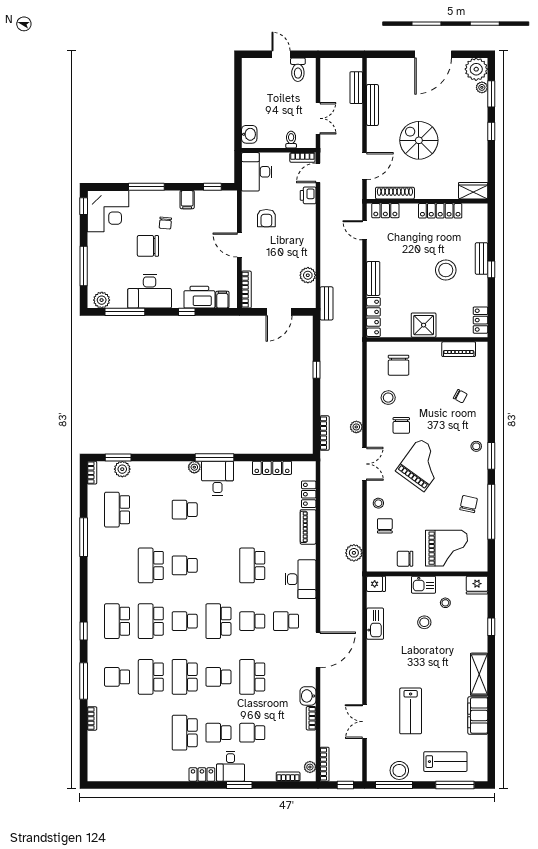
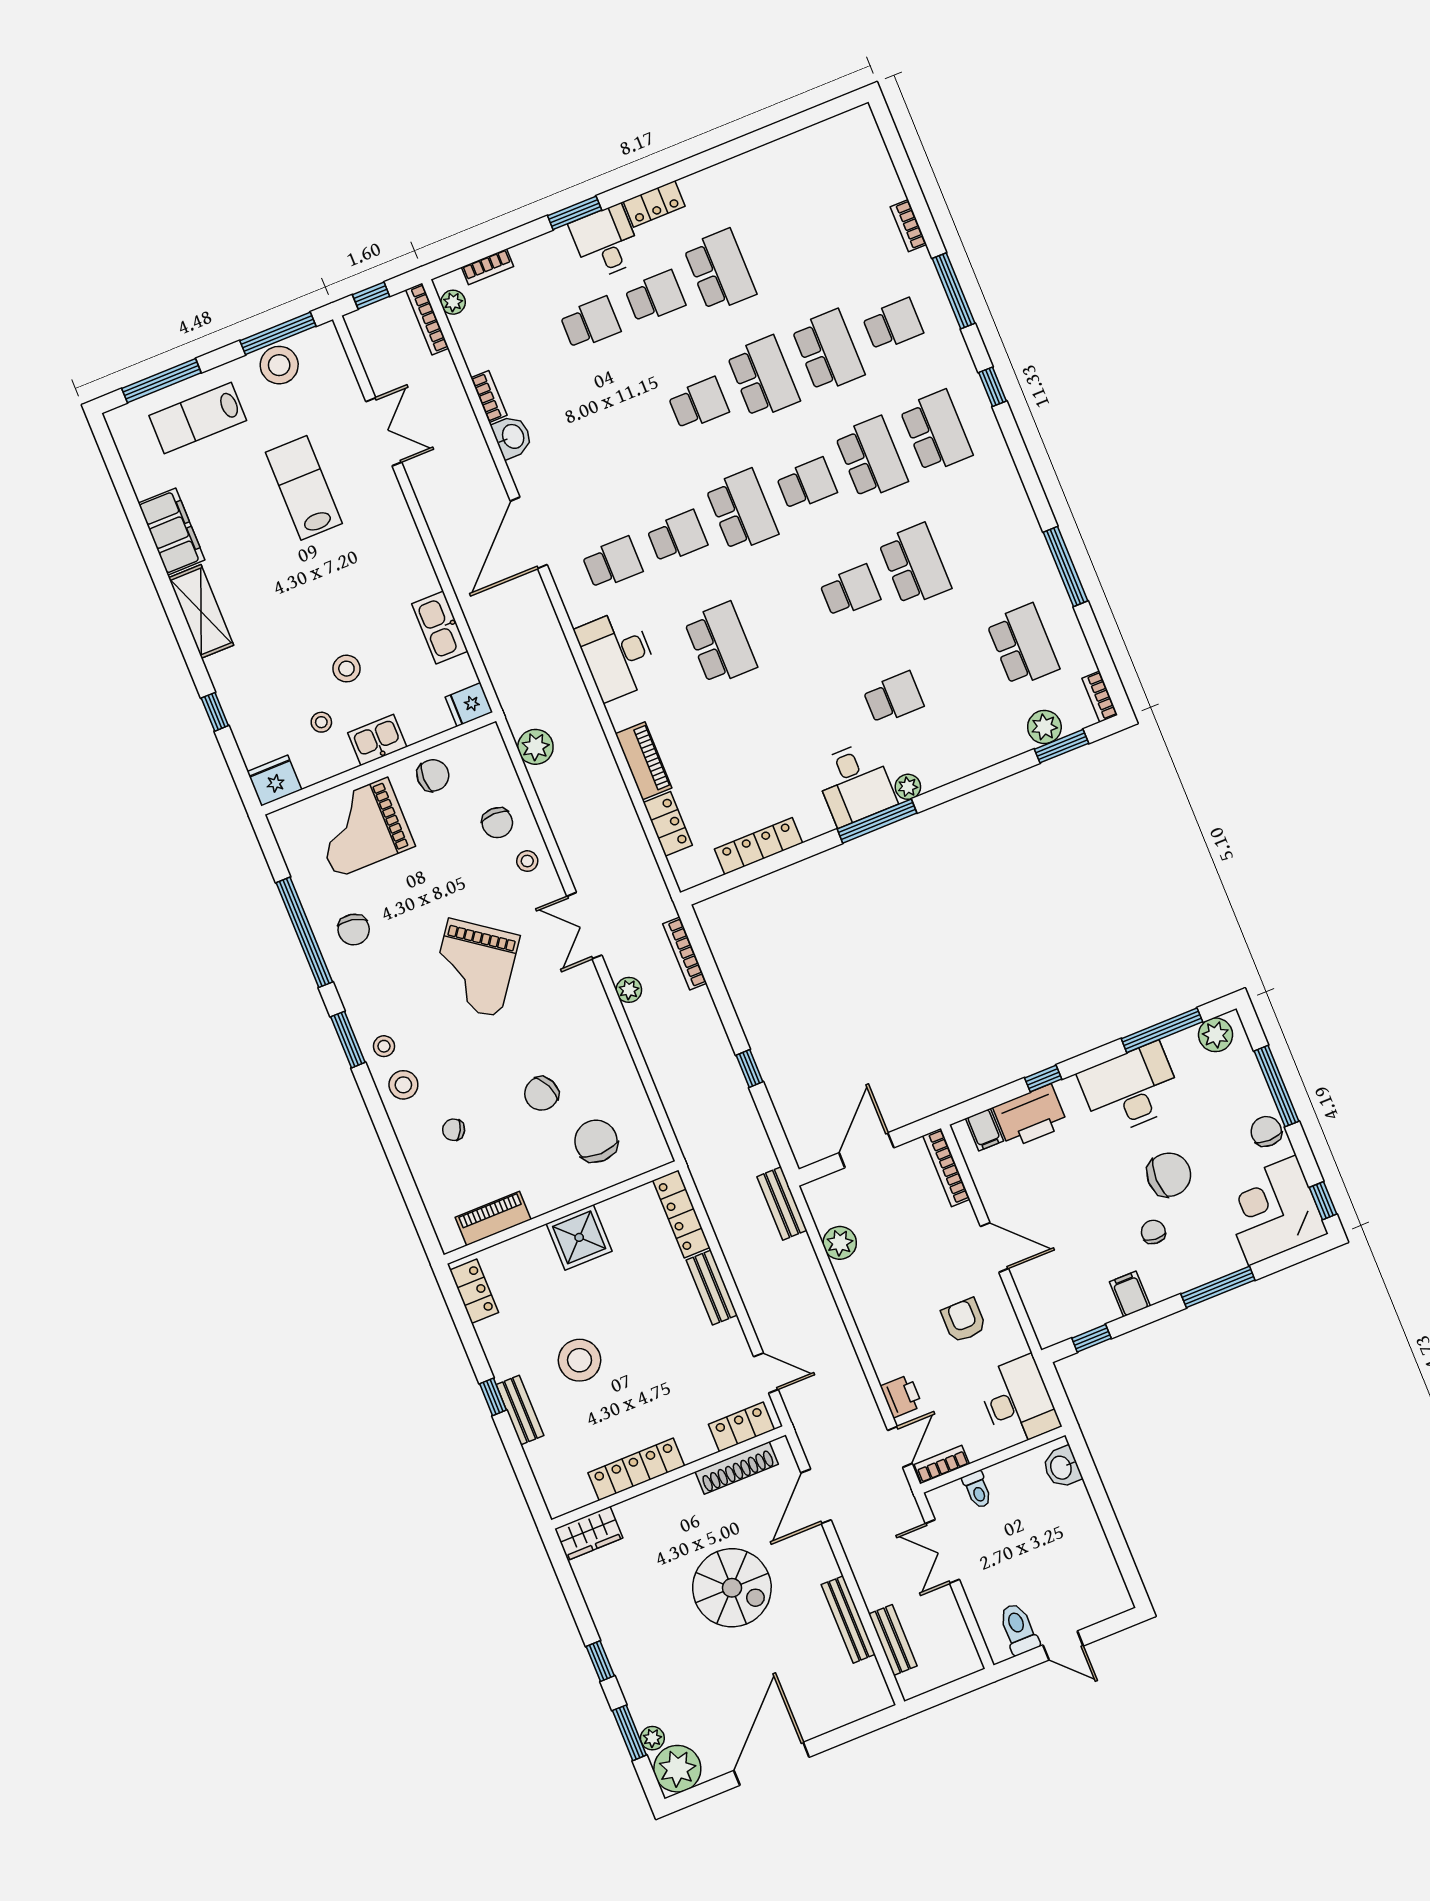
chair: (96, 248) -> (1266, 1131), added
stool: (388, 398) -> (403, 1085), moved
chair: (401, 425) -> (541, 1094), moved, turned -114
school desk: (252, 677) -> (634, 430), removed

